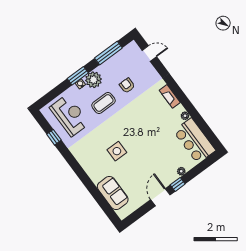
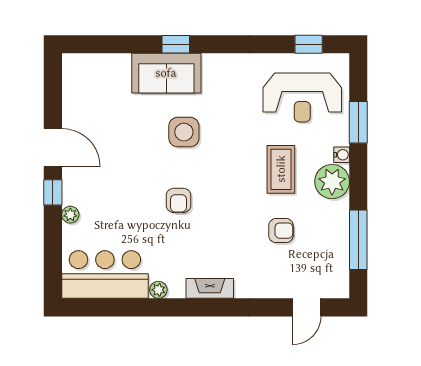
window: (78, 76) -> (358, 122), moved
armchair: (145, 134) -> (178, 200), added
window: (54, 137) -> (309, 44), moved
window: (85, 179) -> (176, 44), added
sofa: (113, 193) -> (166, 73), moved

